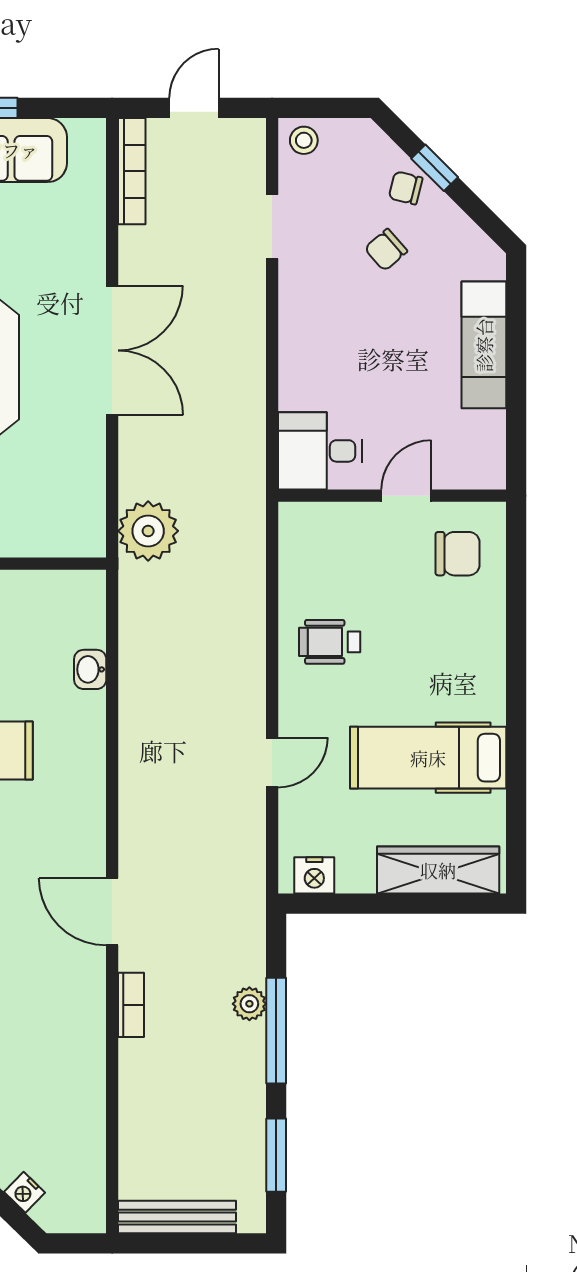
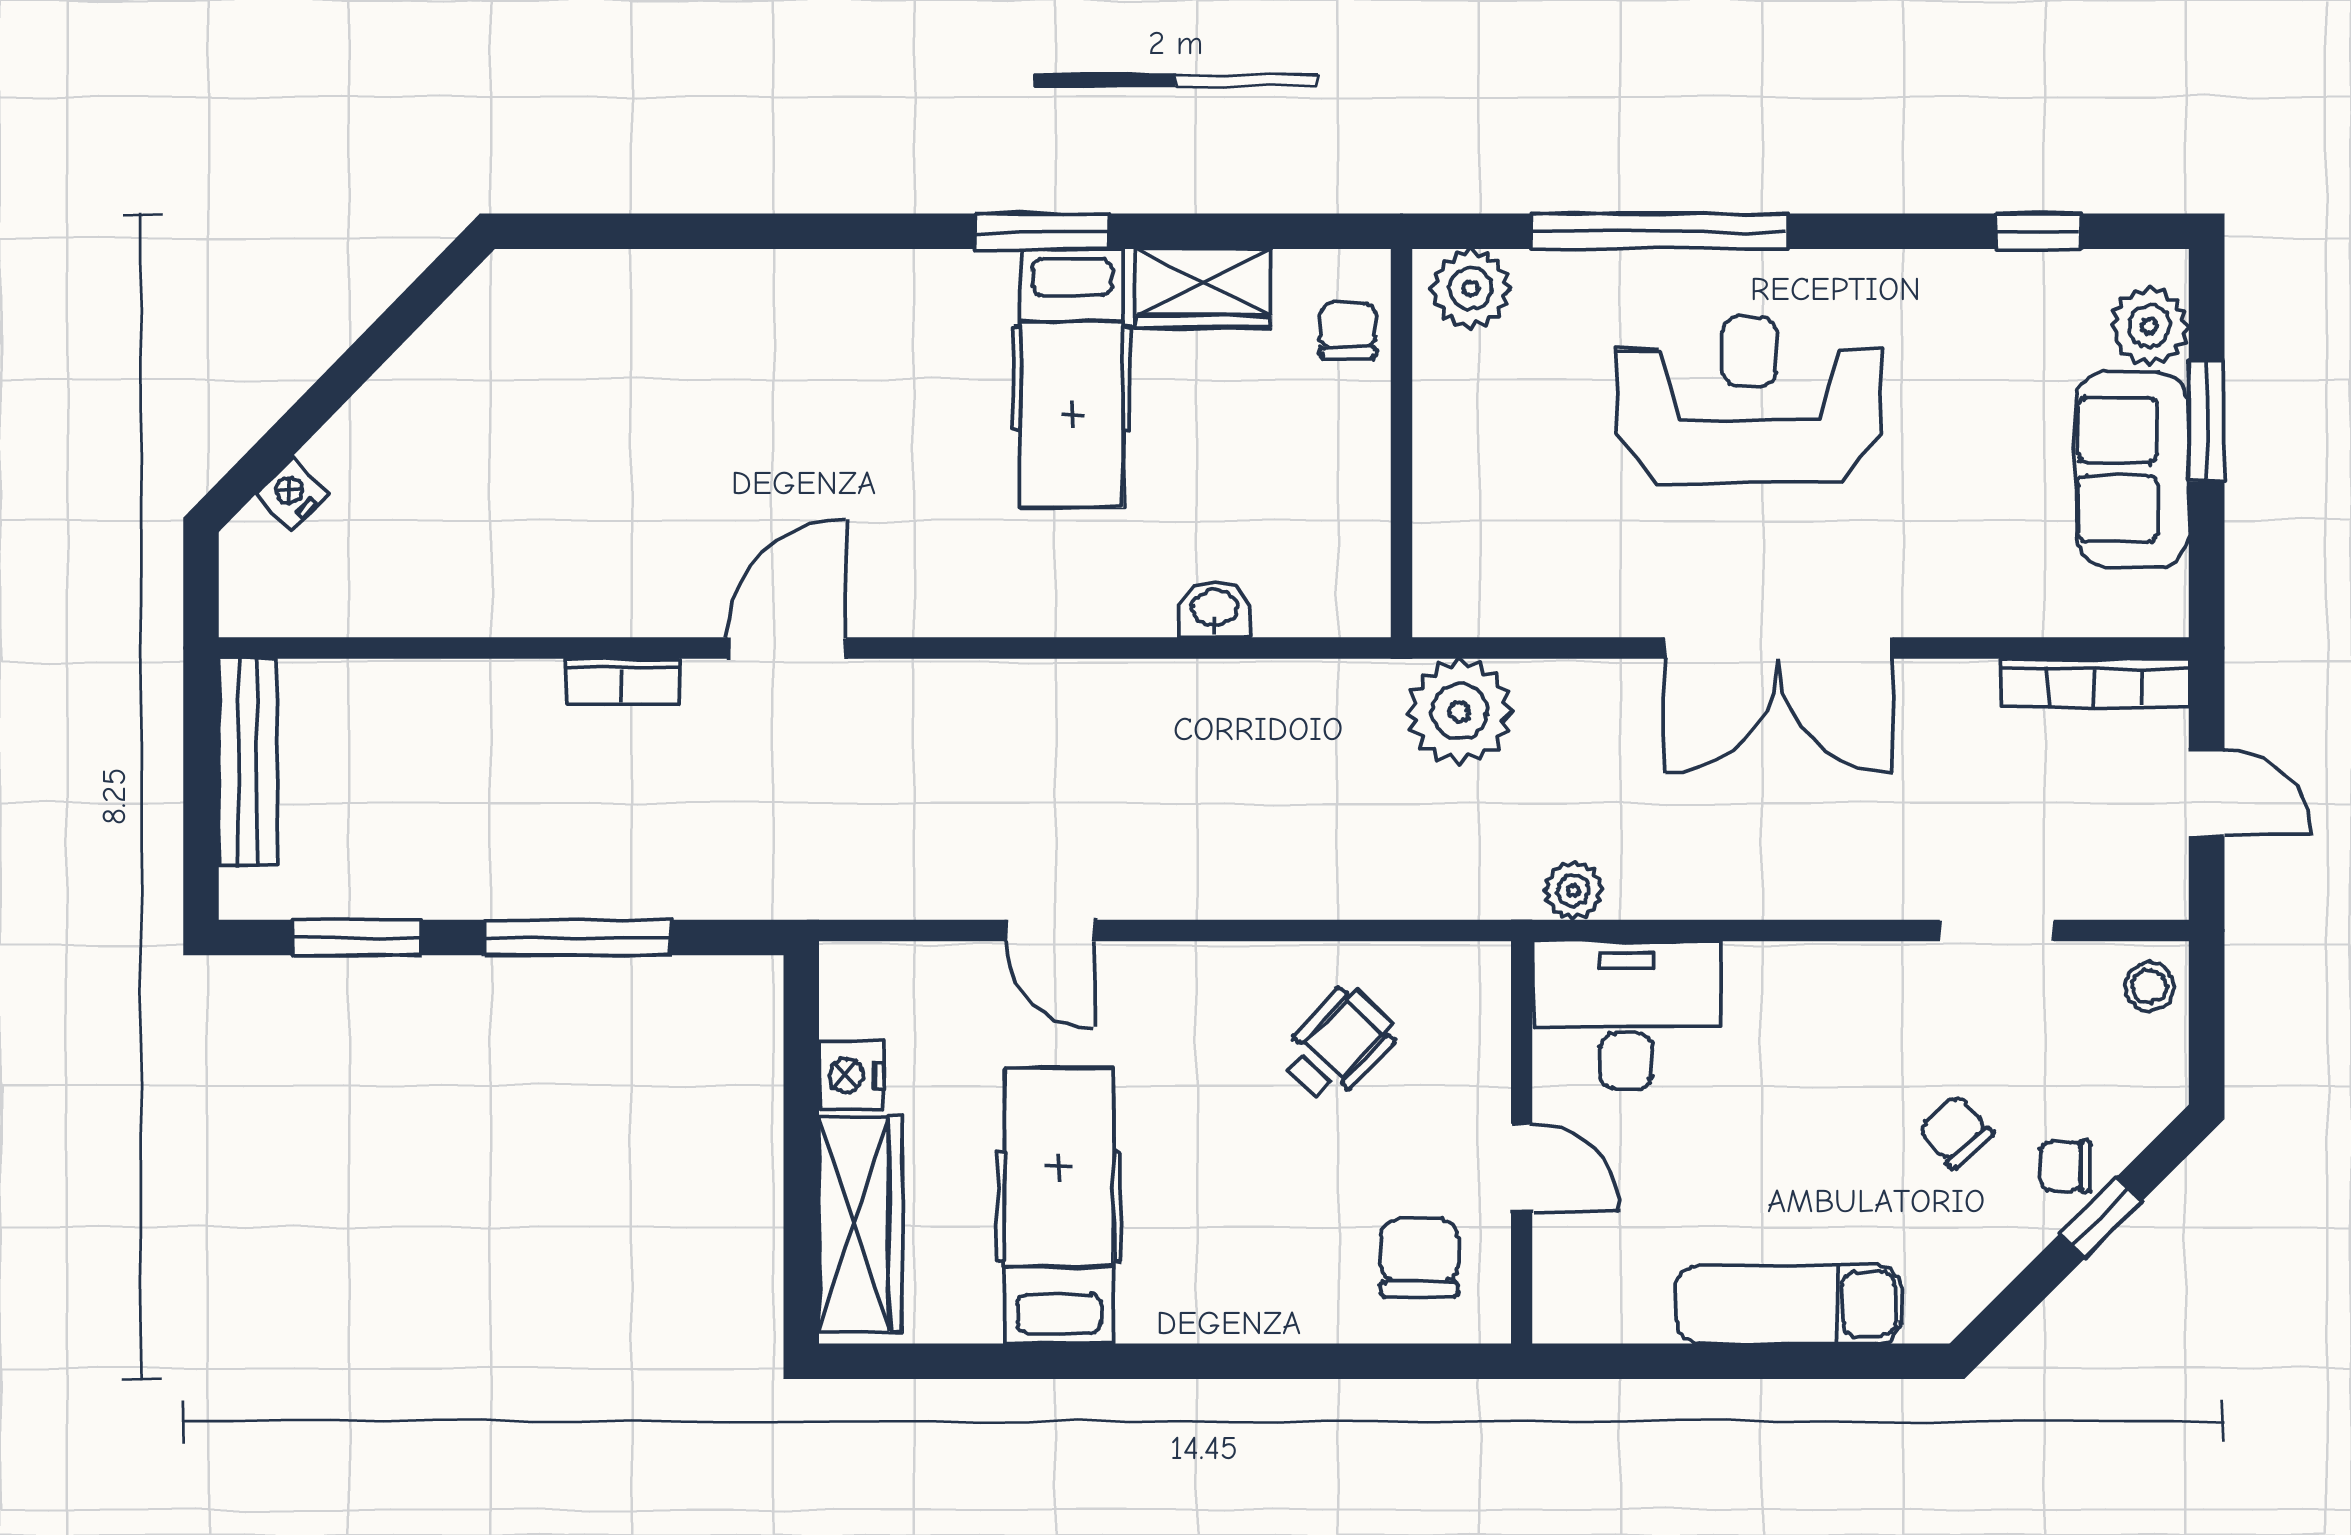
chair: (406, 188) -> (2065, 1166), turned -104
desk: (320, 451) -> (1626, 1015), width x1.37
chair: (458, 554) -> (1419, 1258), turned 180
wheelchair: (330, 642) -> (1338, 1045), moved, turned 44
nightstand: (314, 875) -> (851, 1075), moved
plant: (249, 1004) -> (1573, 890), moved

